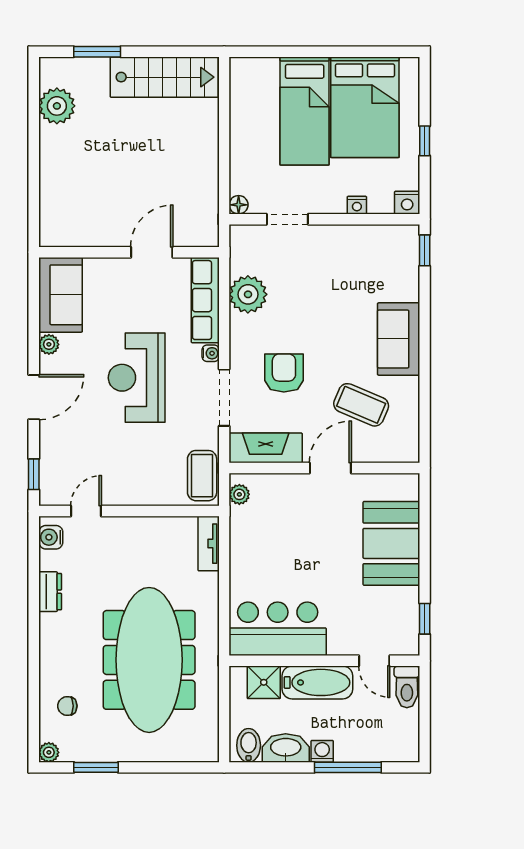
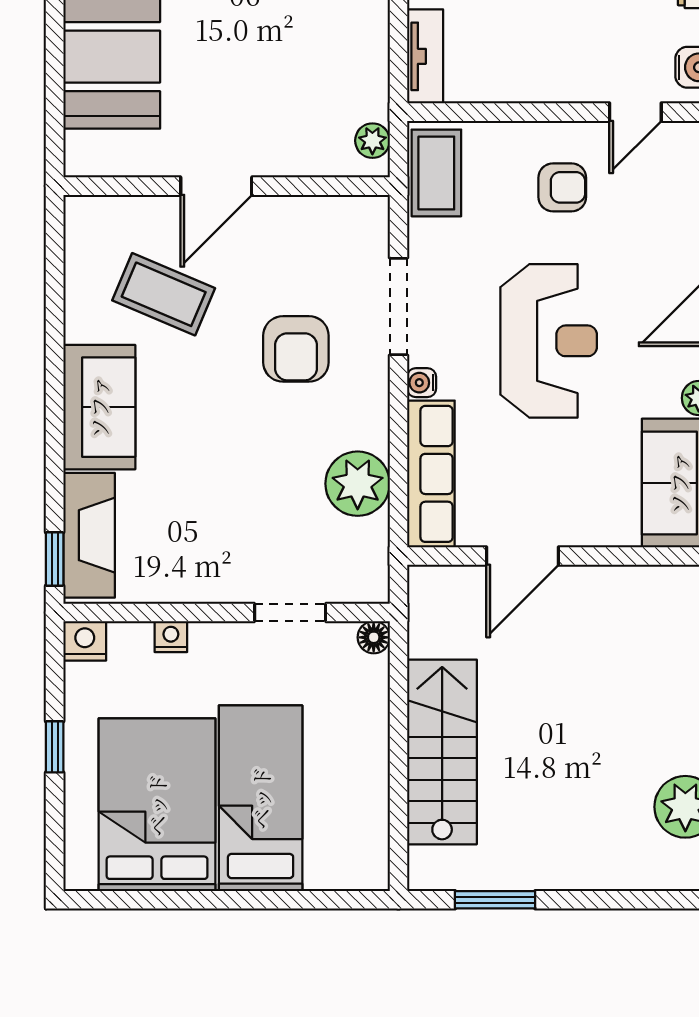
window: (97, 52) -> (495, 900), moved
stairs: (164, 77) -> (442, 752), moved, turned 90
fireplace: (266, 448) -> (89, 535), moved, turned -90
armchair: (129, 467) -> (562, 187), added

